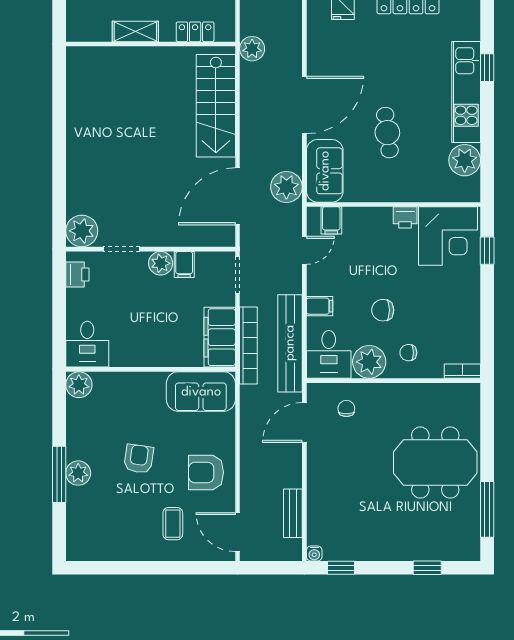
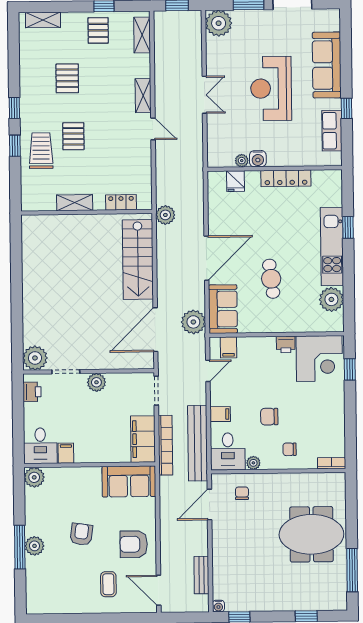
filing cabinet: (184, 264) -> (66, 453), moved, turned 180
plant: (369, 362) -> (253, 463), width x0.53, depth x0.53

